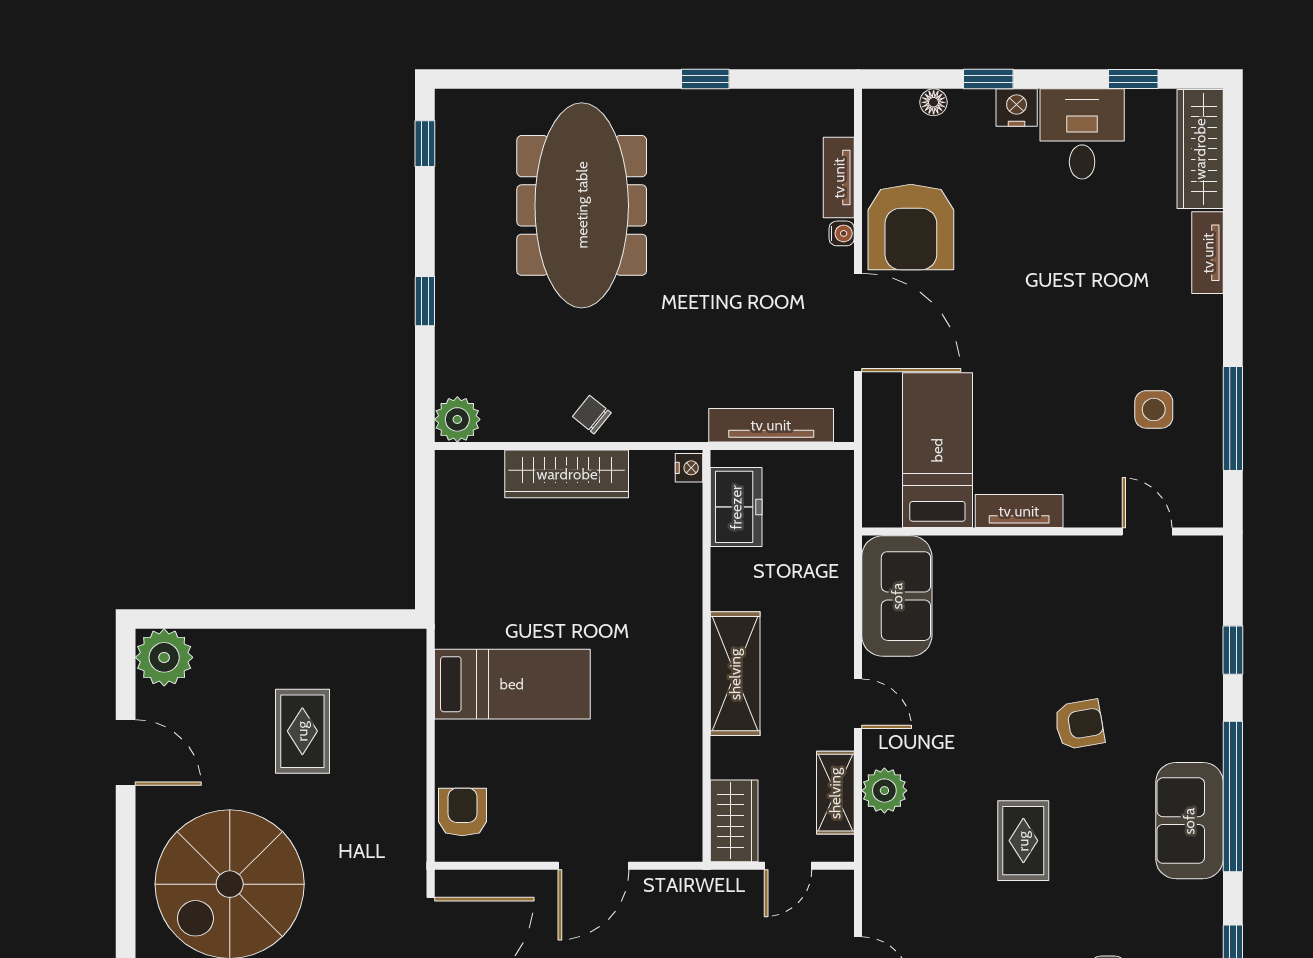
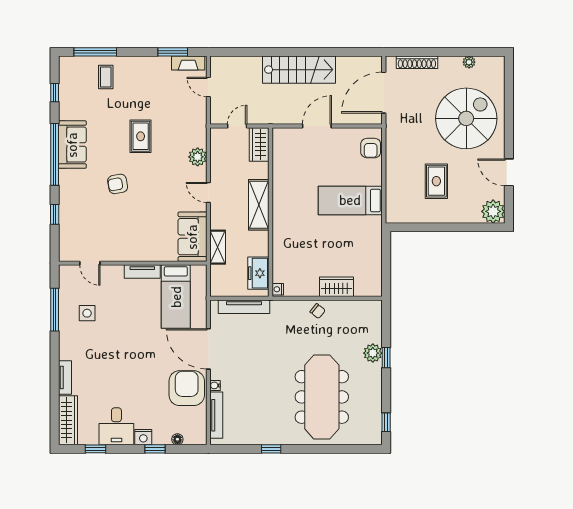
tv unit: (839, 178) -> (216, 415), width x1.41
plant: (457, 419) -> (373, 353), moved
wardrobe: (567, 474) -> (336, 287), width x0.67
shelving: (835, 793) -> (218, 247), moved

